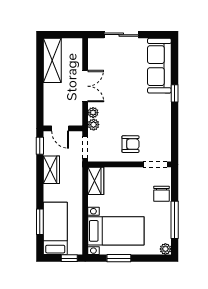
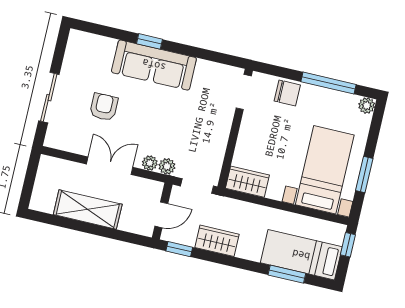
shelving: (52, 60) -> (88, 209), moved
sofa: (159, 66) -> (154, 65), moved
armchair: (130, 144) -> (104, 107), moved

